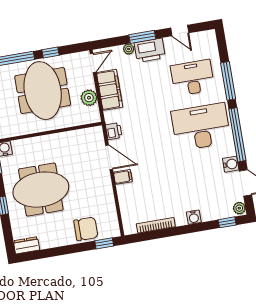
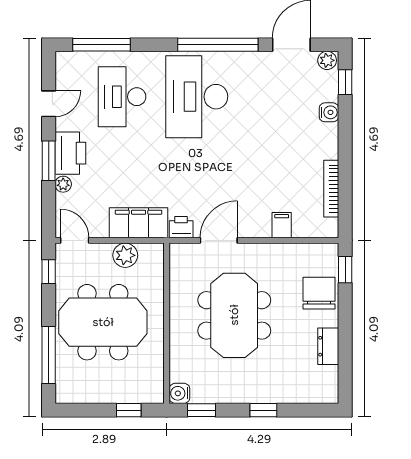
window: (51, 53) -> (49, 272), moved
window: (228, 81) -> (102, 45), moved
filing cabinet: (110, 90) -> (139, 223), moved
water cooler: (231, 164) -> (260, 62), removed
filing cabinet: (123, 177) -> (282, 225), moved
meeting table: (41, 190) -> (234, 315), moved
water cooler: (194, 217) -> (329, 112), moved
dresser: (26, 245) -> (328, 346), moved

